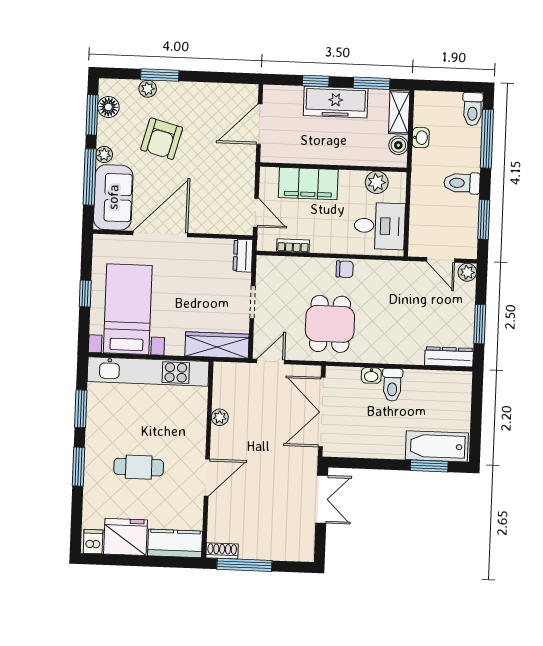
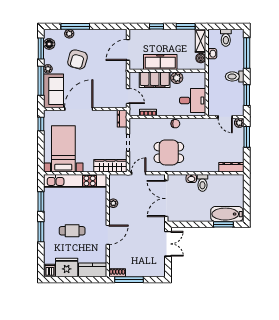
window: (160, 75) -> (75, 26), width x1.44
freezer: (336, 102) -> (160, 62), moved, turned 180
toilet: (473, 109) -> (226, 38), moved
plant: (377, 182) -> (177, 78), moved
window: (85, 293) -> (41, 124), moved
dining table: (330, 324) -> (169, 152), turned 90
window: (480, 324) -> (247, 137), moved

